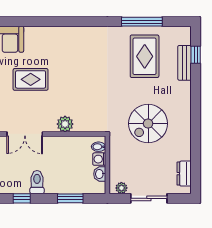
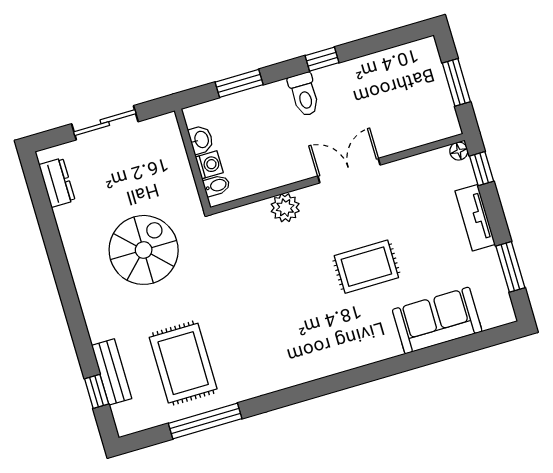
plant: (121, 188) -> (157, 127), removed

